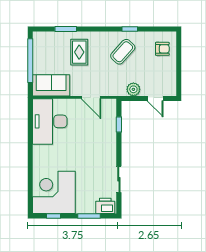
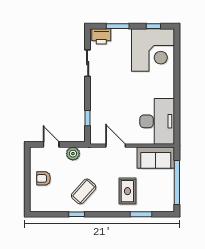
armchair: (162, 49) -> (43, 178), moved

